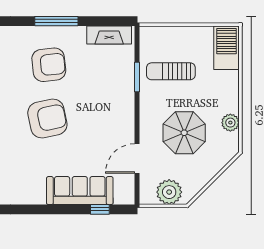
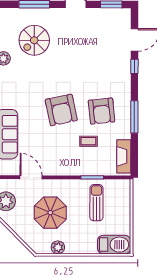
coffee table: (89, 82) -> (88, 141), added

